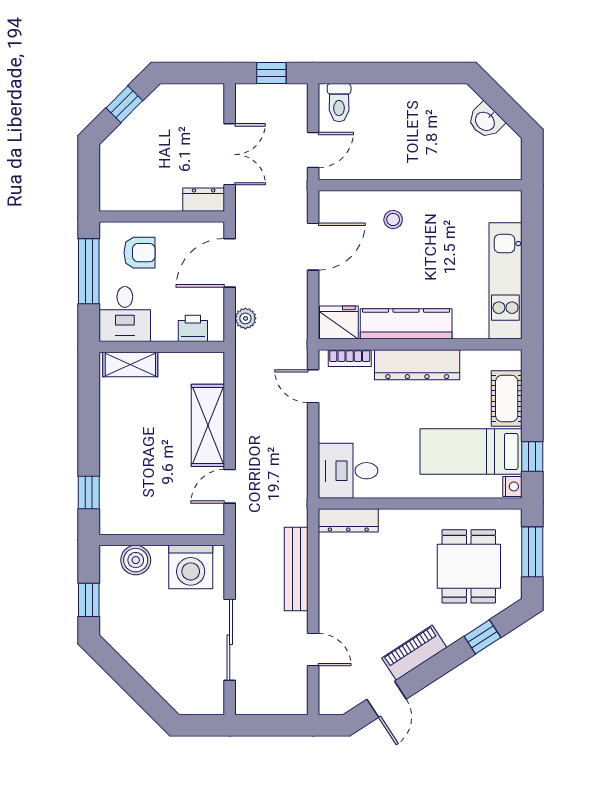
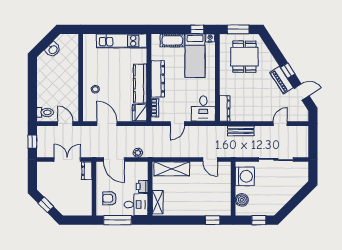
armchair: (139, 253) -> (110, 198), turned -90
printer: (193, 328) -> (142, 186), moved
door: (313, 386) -> (177, 124), moved
shelving: (208, 425) -> (172, 169), moved
dining table: (469, 566) -> (244, 57), turned 90
bench: (296, 569) -> (241, 131), width x0.73
window: (482, 637) -> (288, 71), moved

